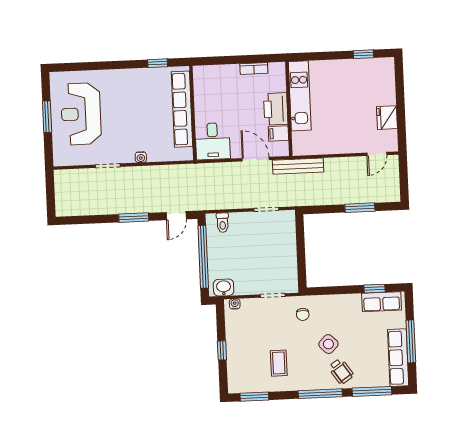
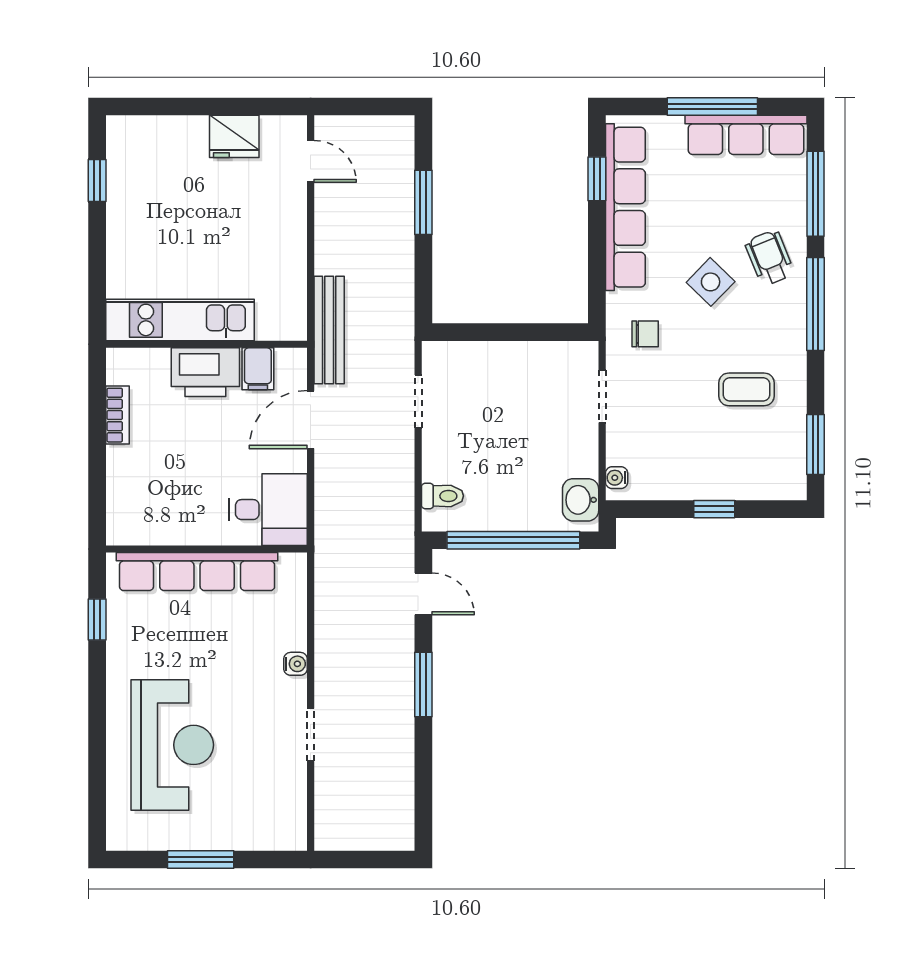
reception desk: (81, 114) -> (172, 745), moved, turned -90
row of seats: (382, 302) -> (625, 207), width x2.02
wheelchair: (341, 371) -> (770, 258), turned -78

